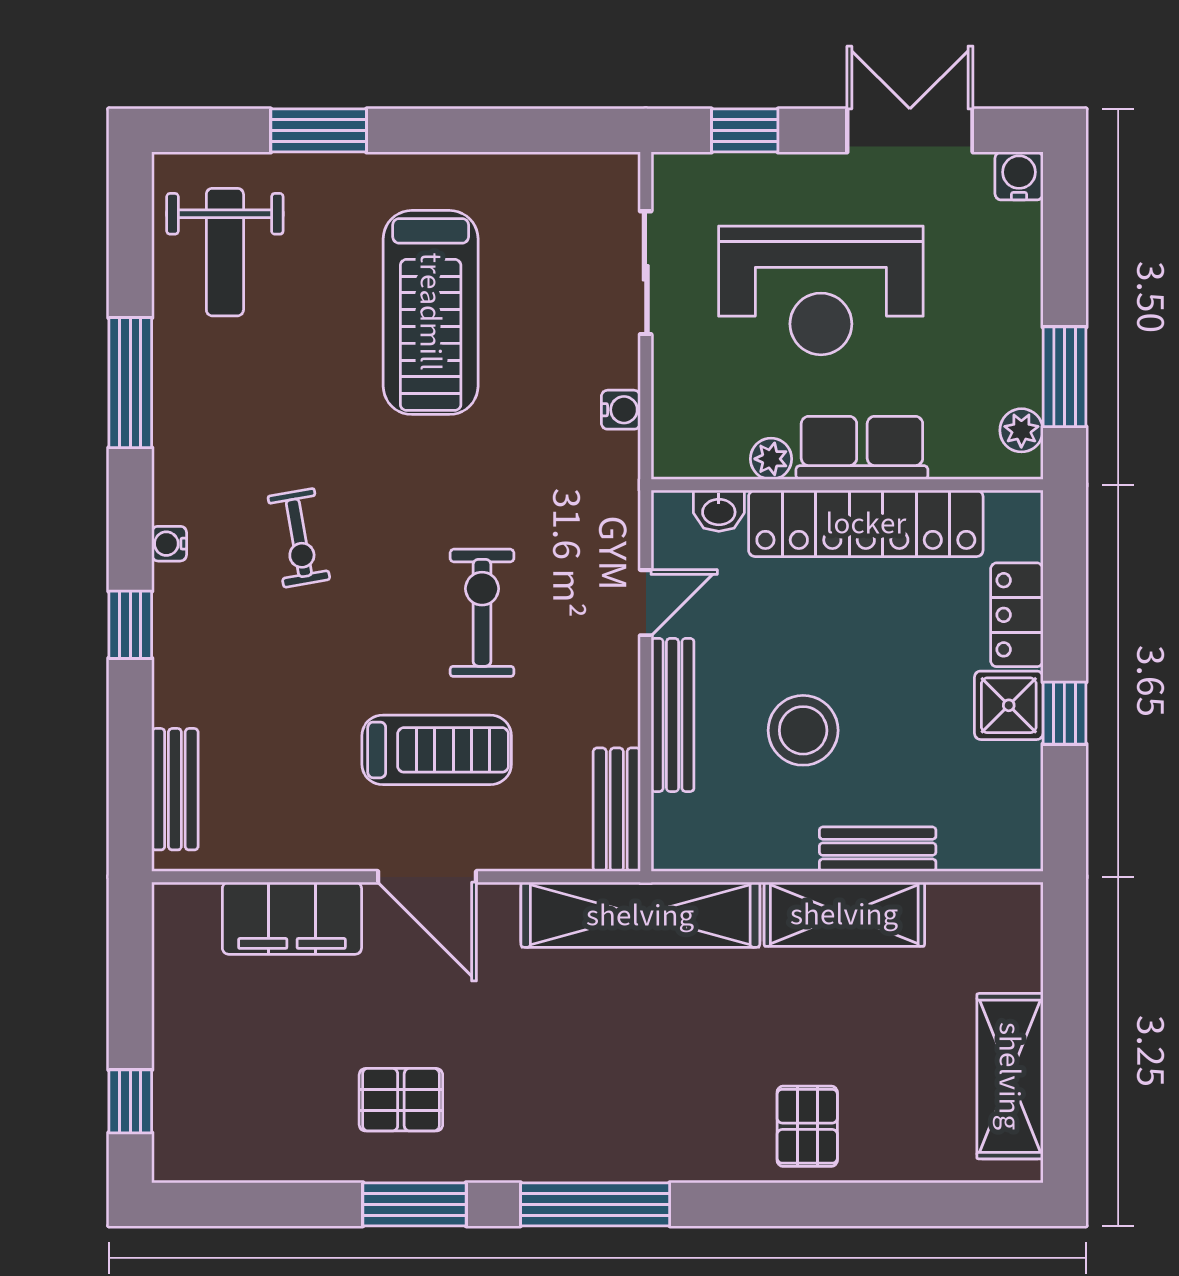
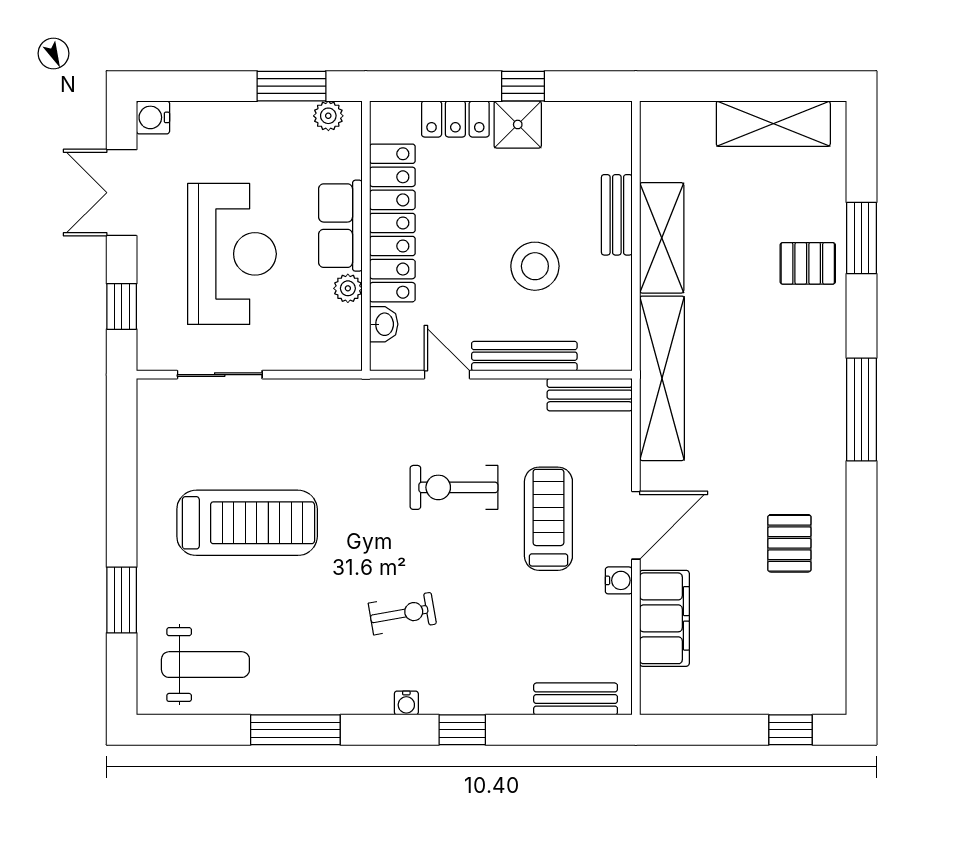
water cooler: (621, 410) -> (619, 580), moved, turned 90
window: (415, 1204) -> (862, 238), moved

